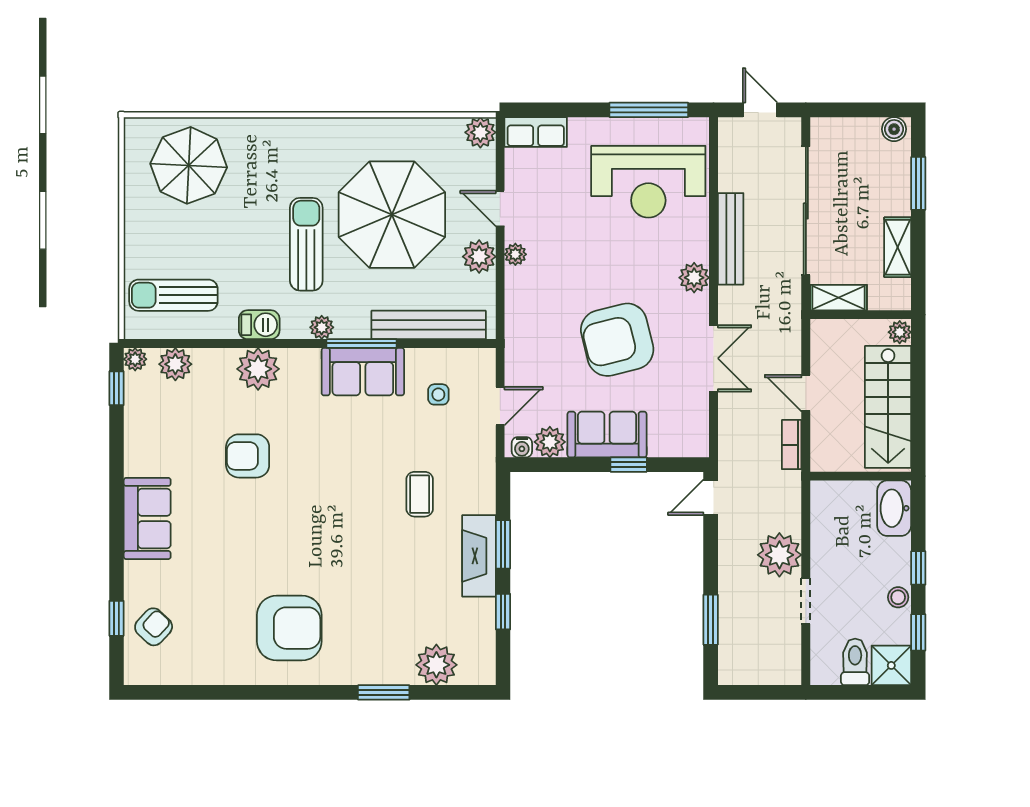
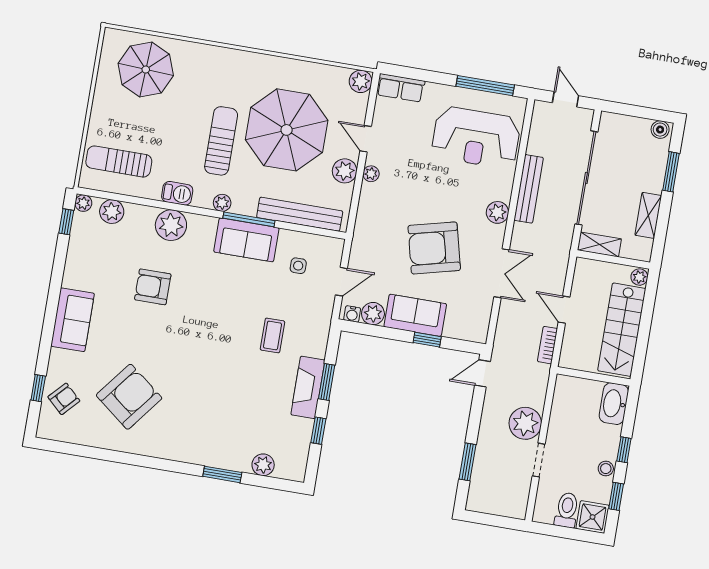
armchair: (289, 628) -> (129, 397), moved, turned -52
plant: (436, 665) -> (263, 465), width x0.73, depth x0.73

